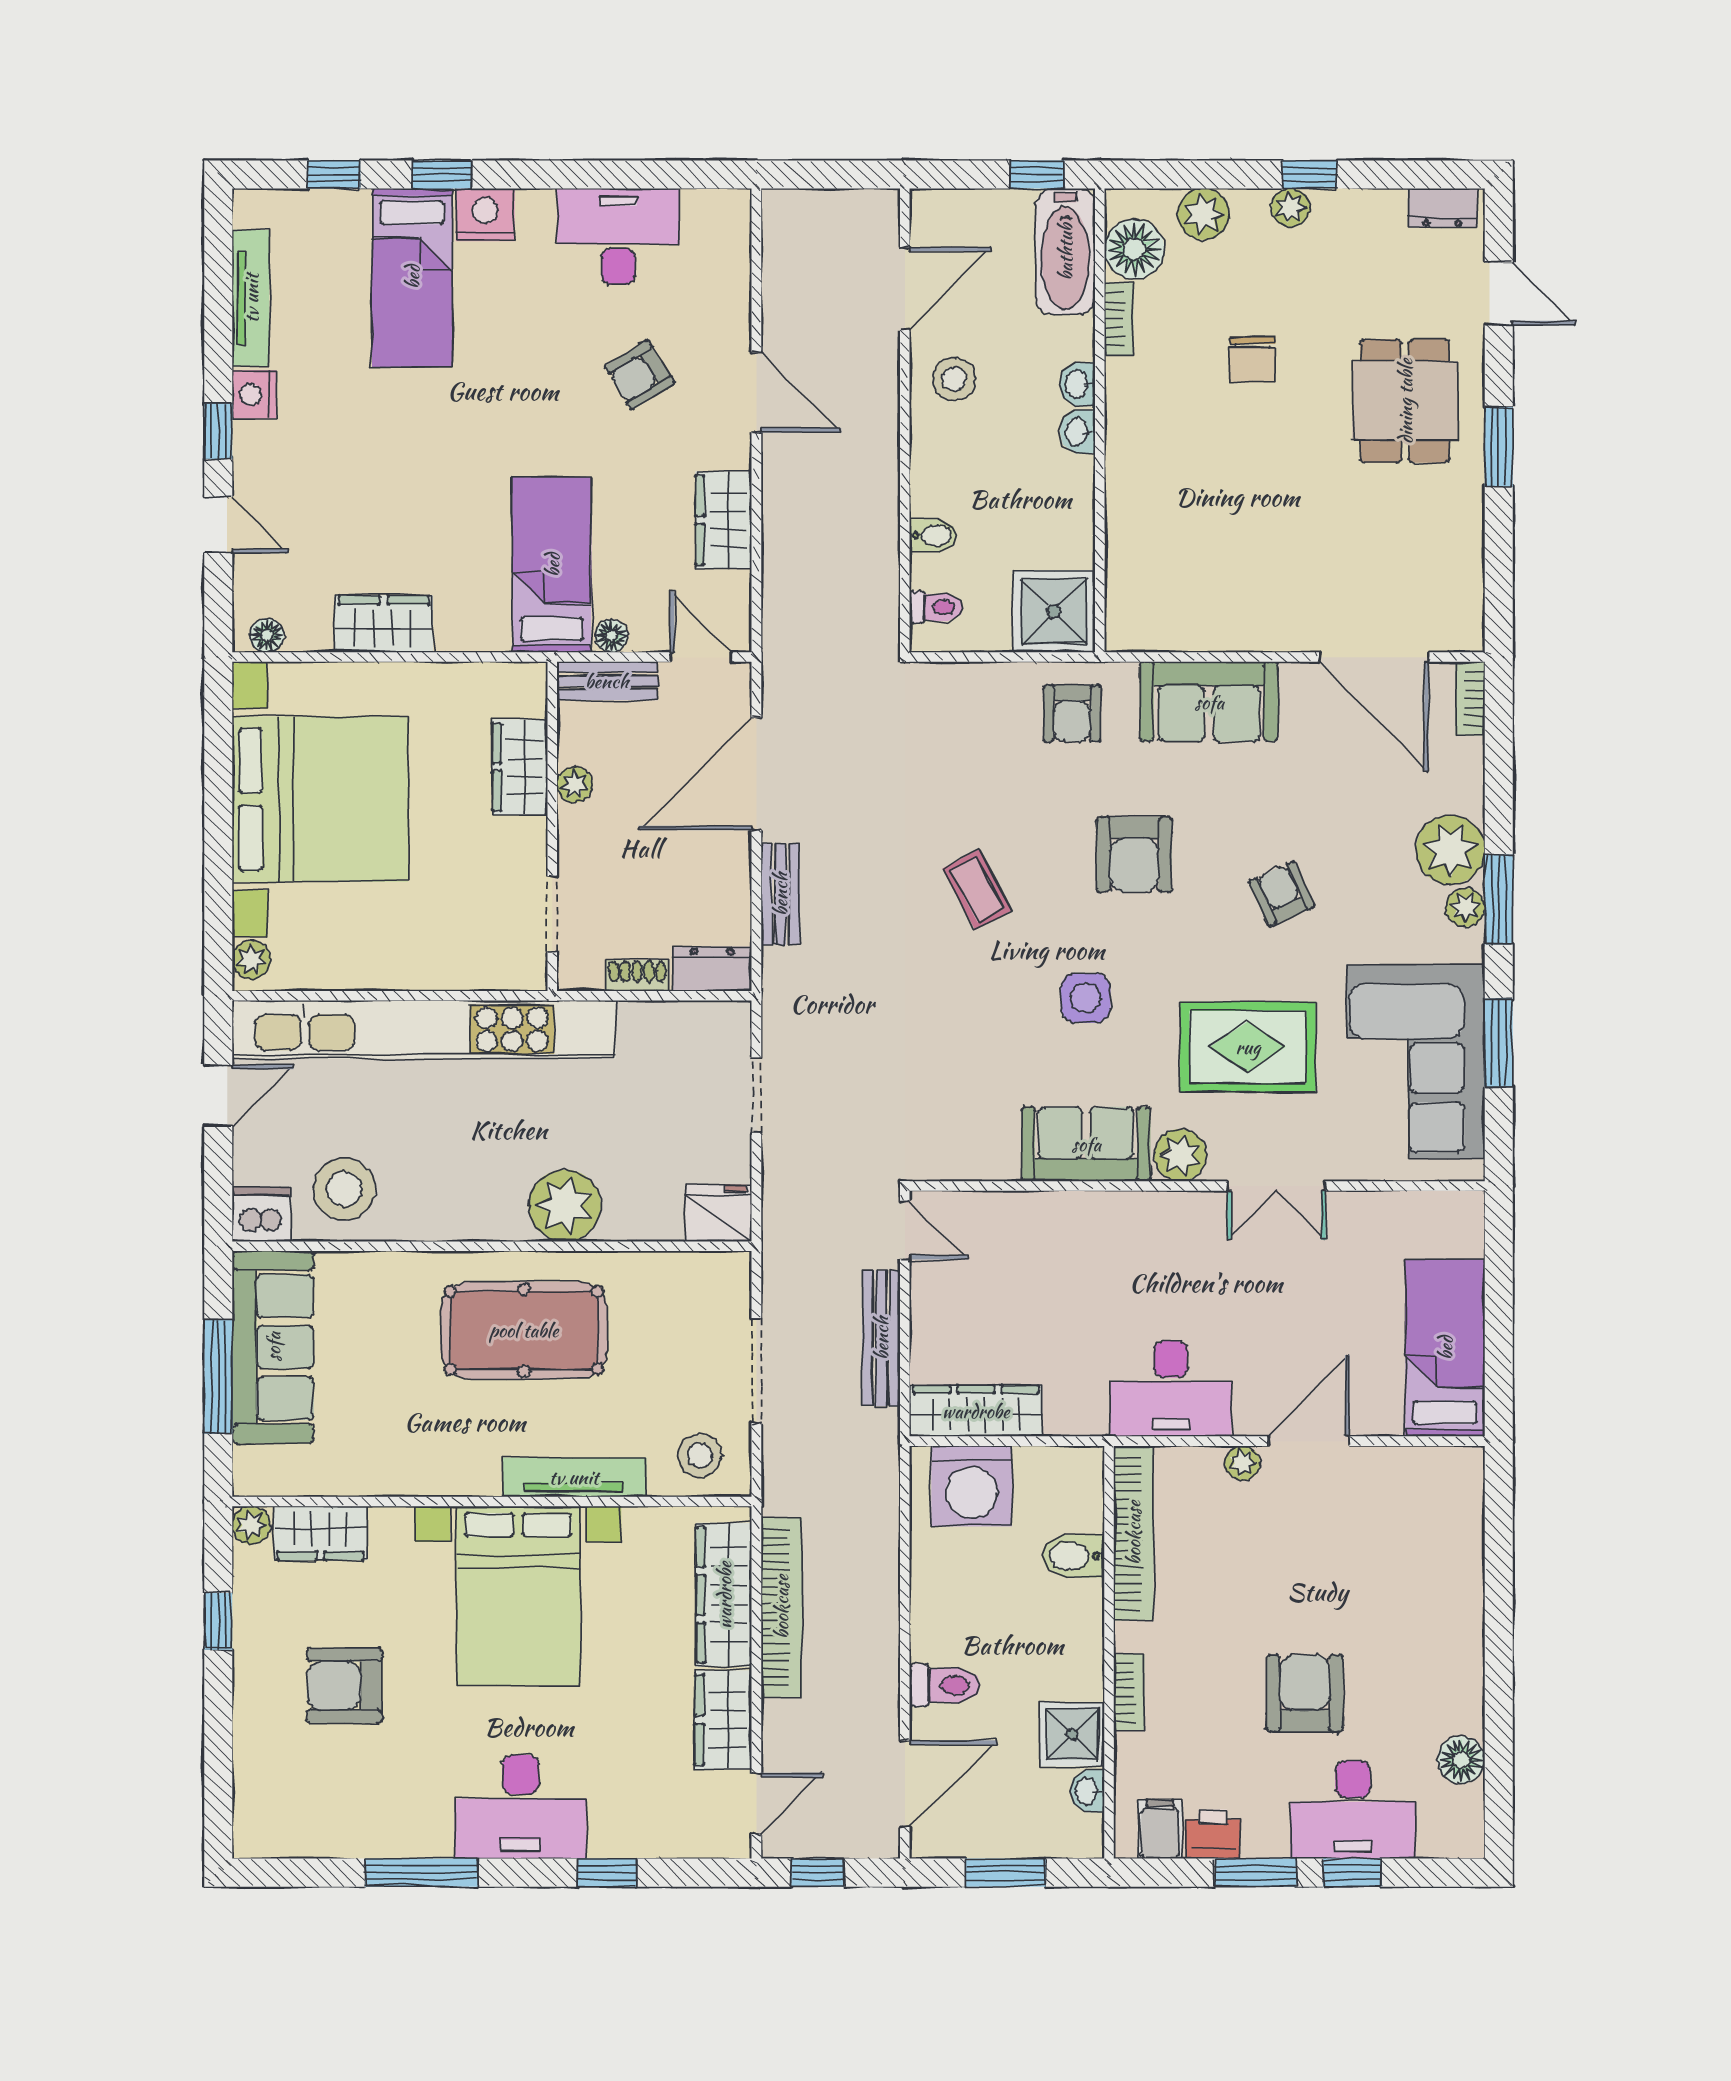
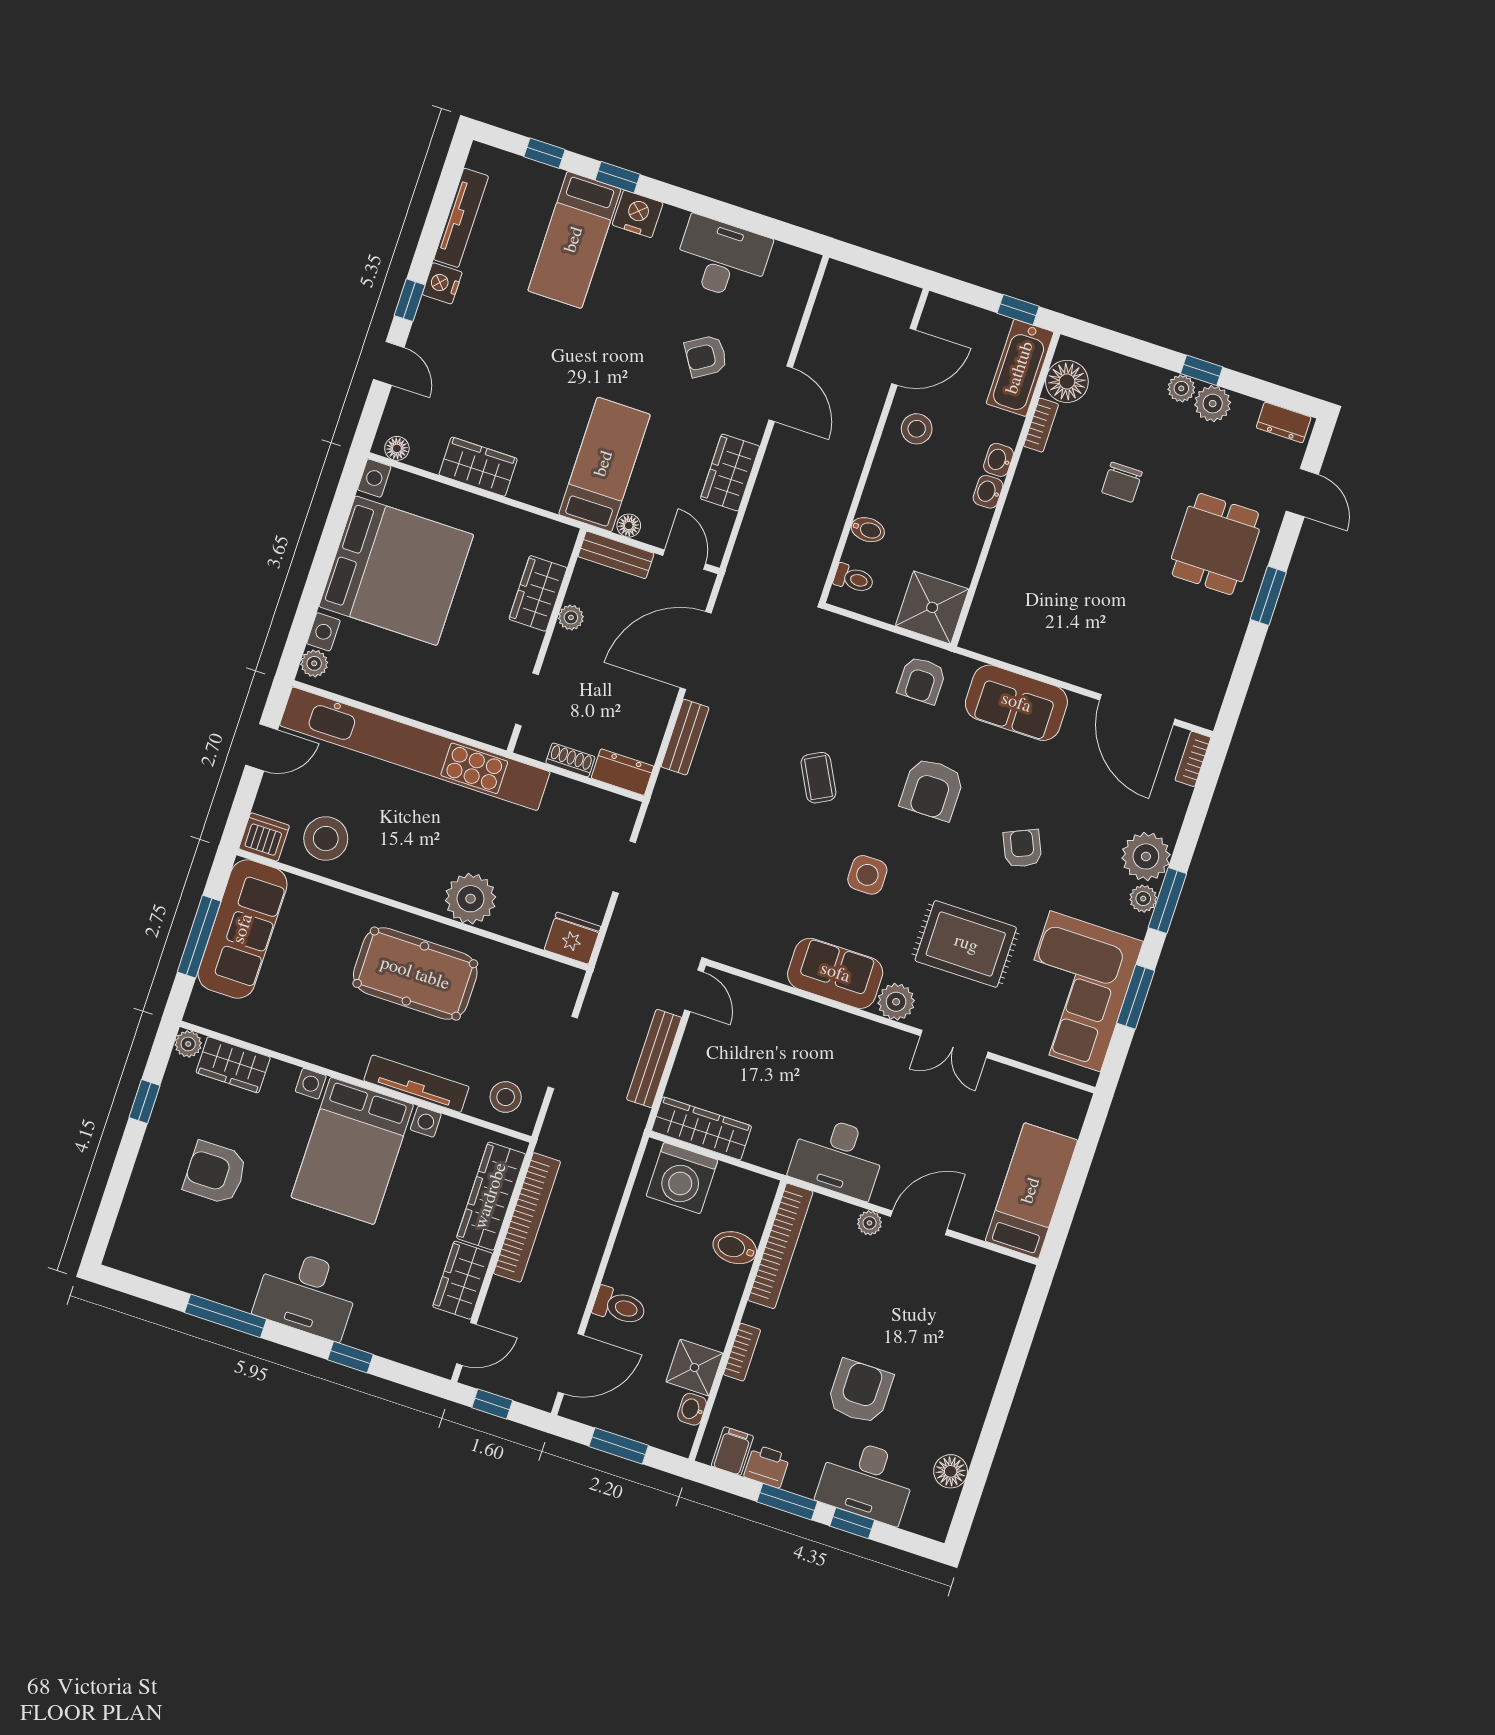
plant: (1203, 214) -> (1213, 404), moved

